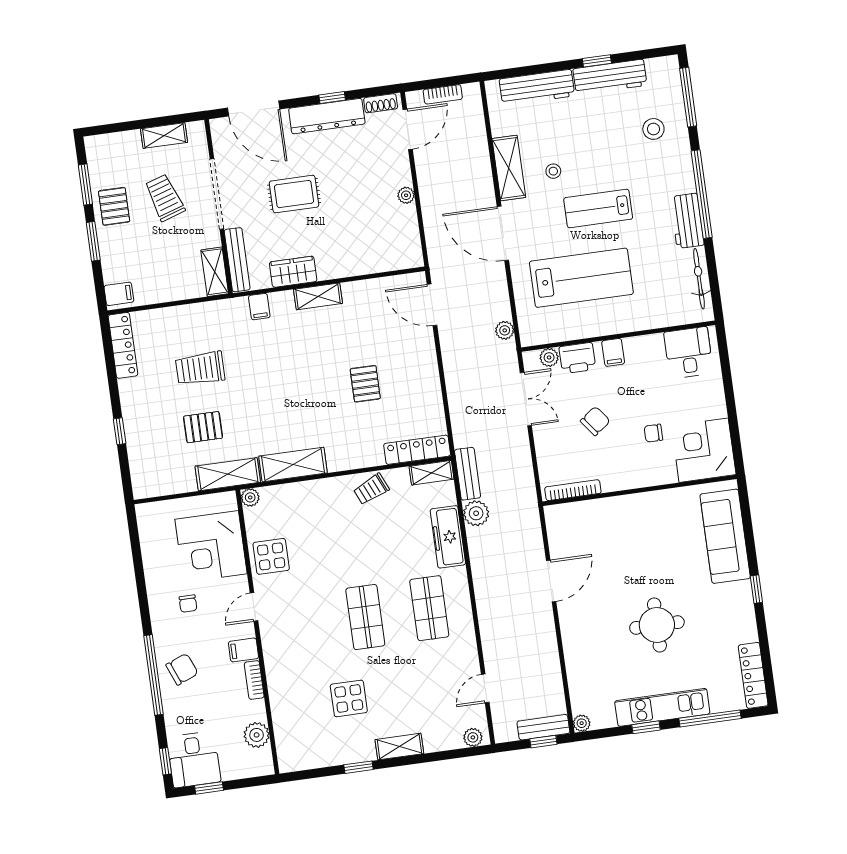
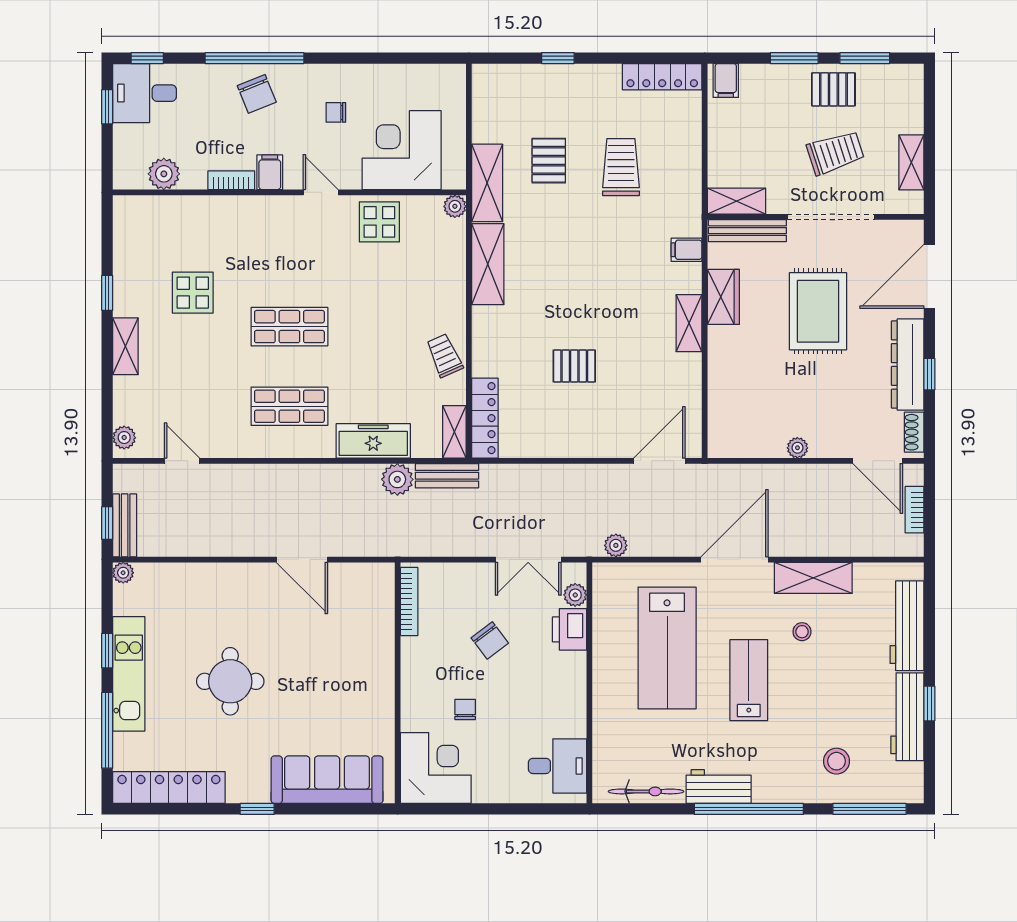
rug: (294, 194) -> (818, 311), width x1.36, depth x1.43
filing cabinet: (613, 352) -> (571, 674), removed
locker: (753, 675) -> (169, 788), width x1.41, depth x1.21

